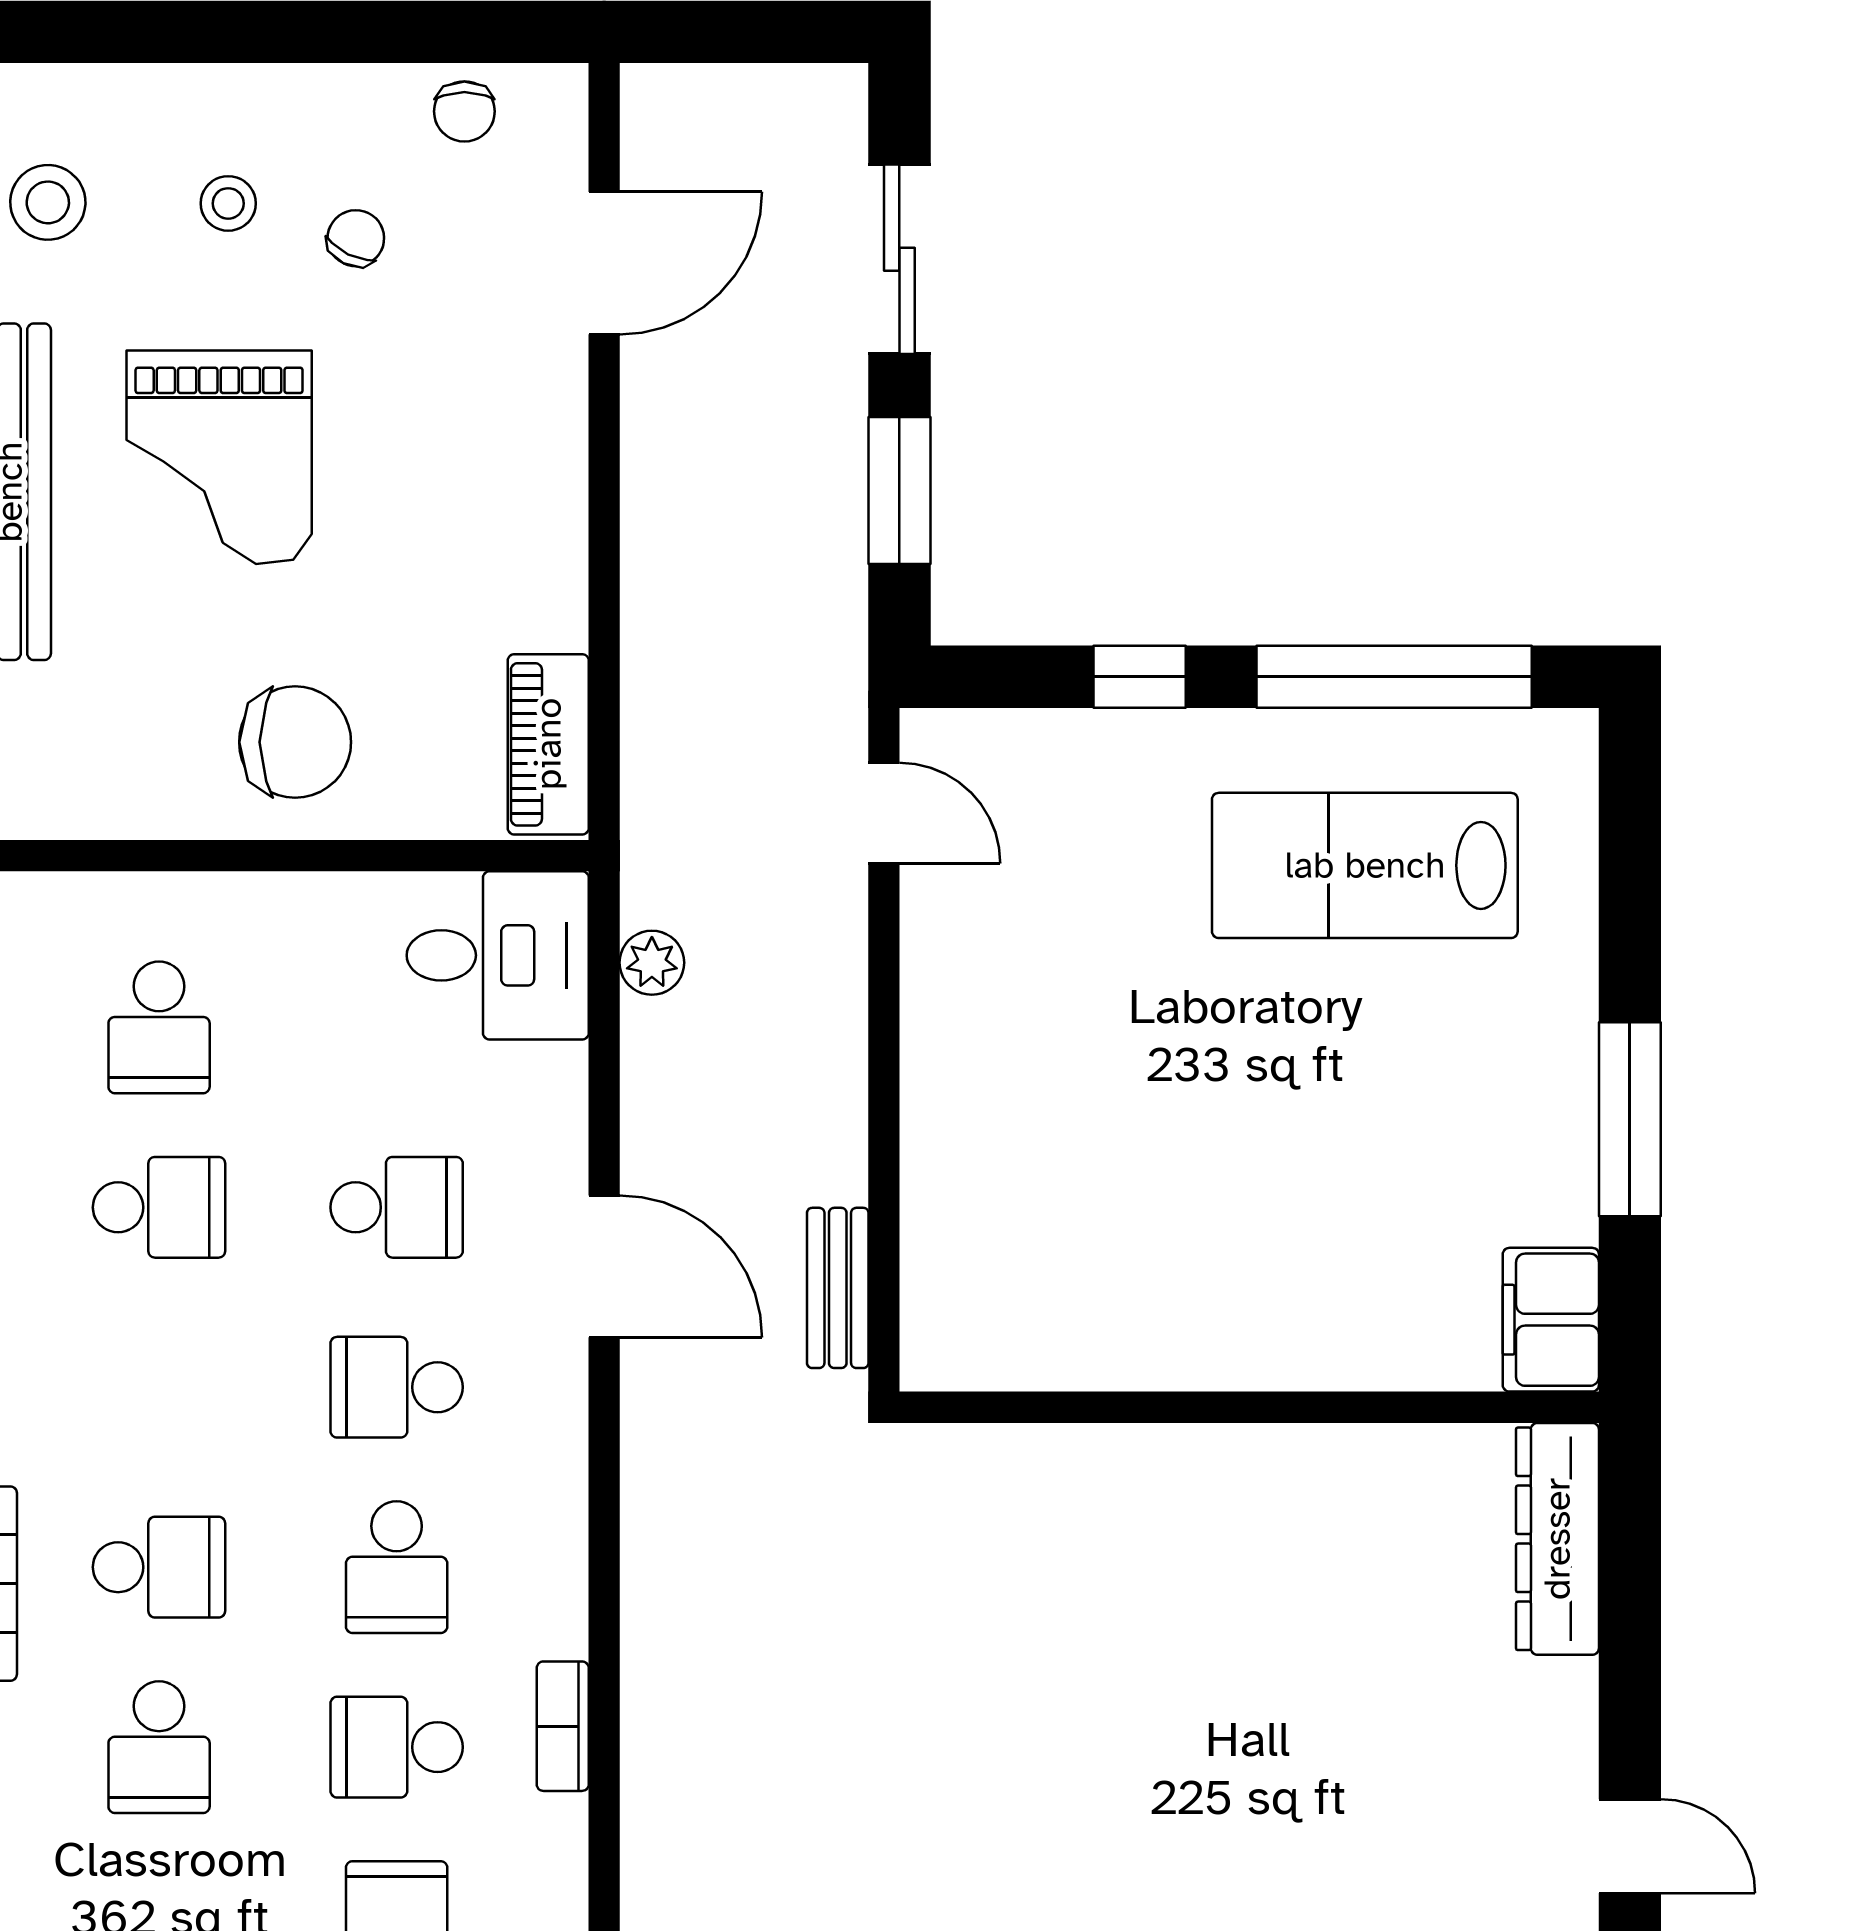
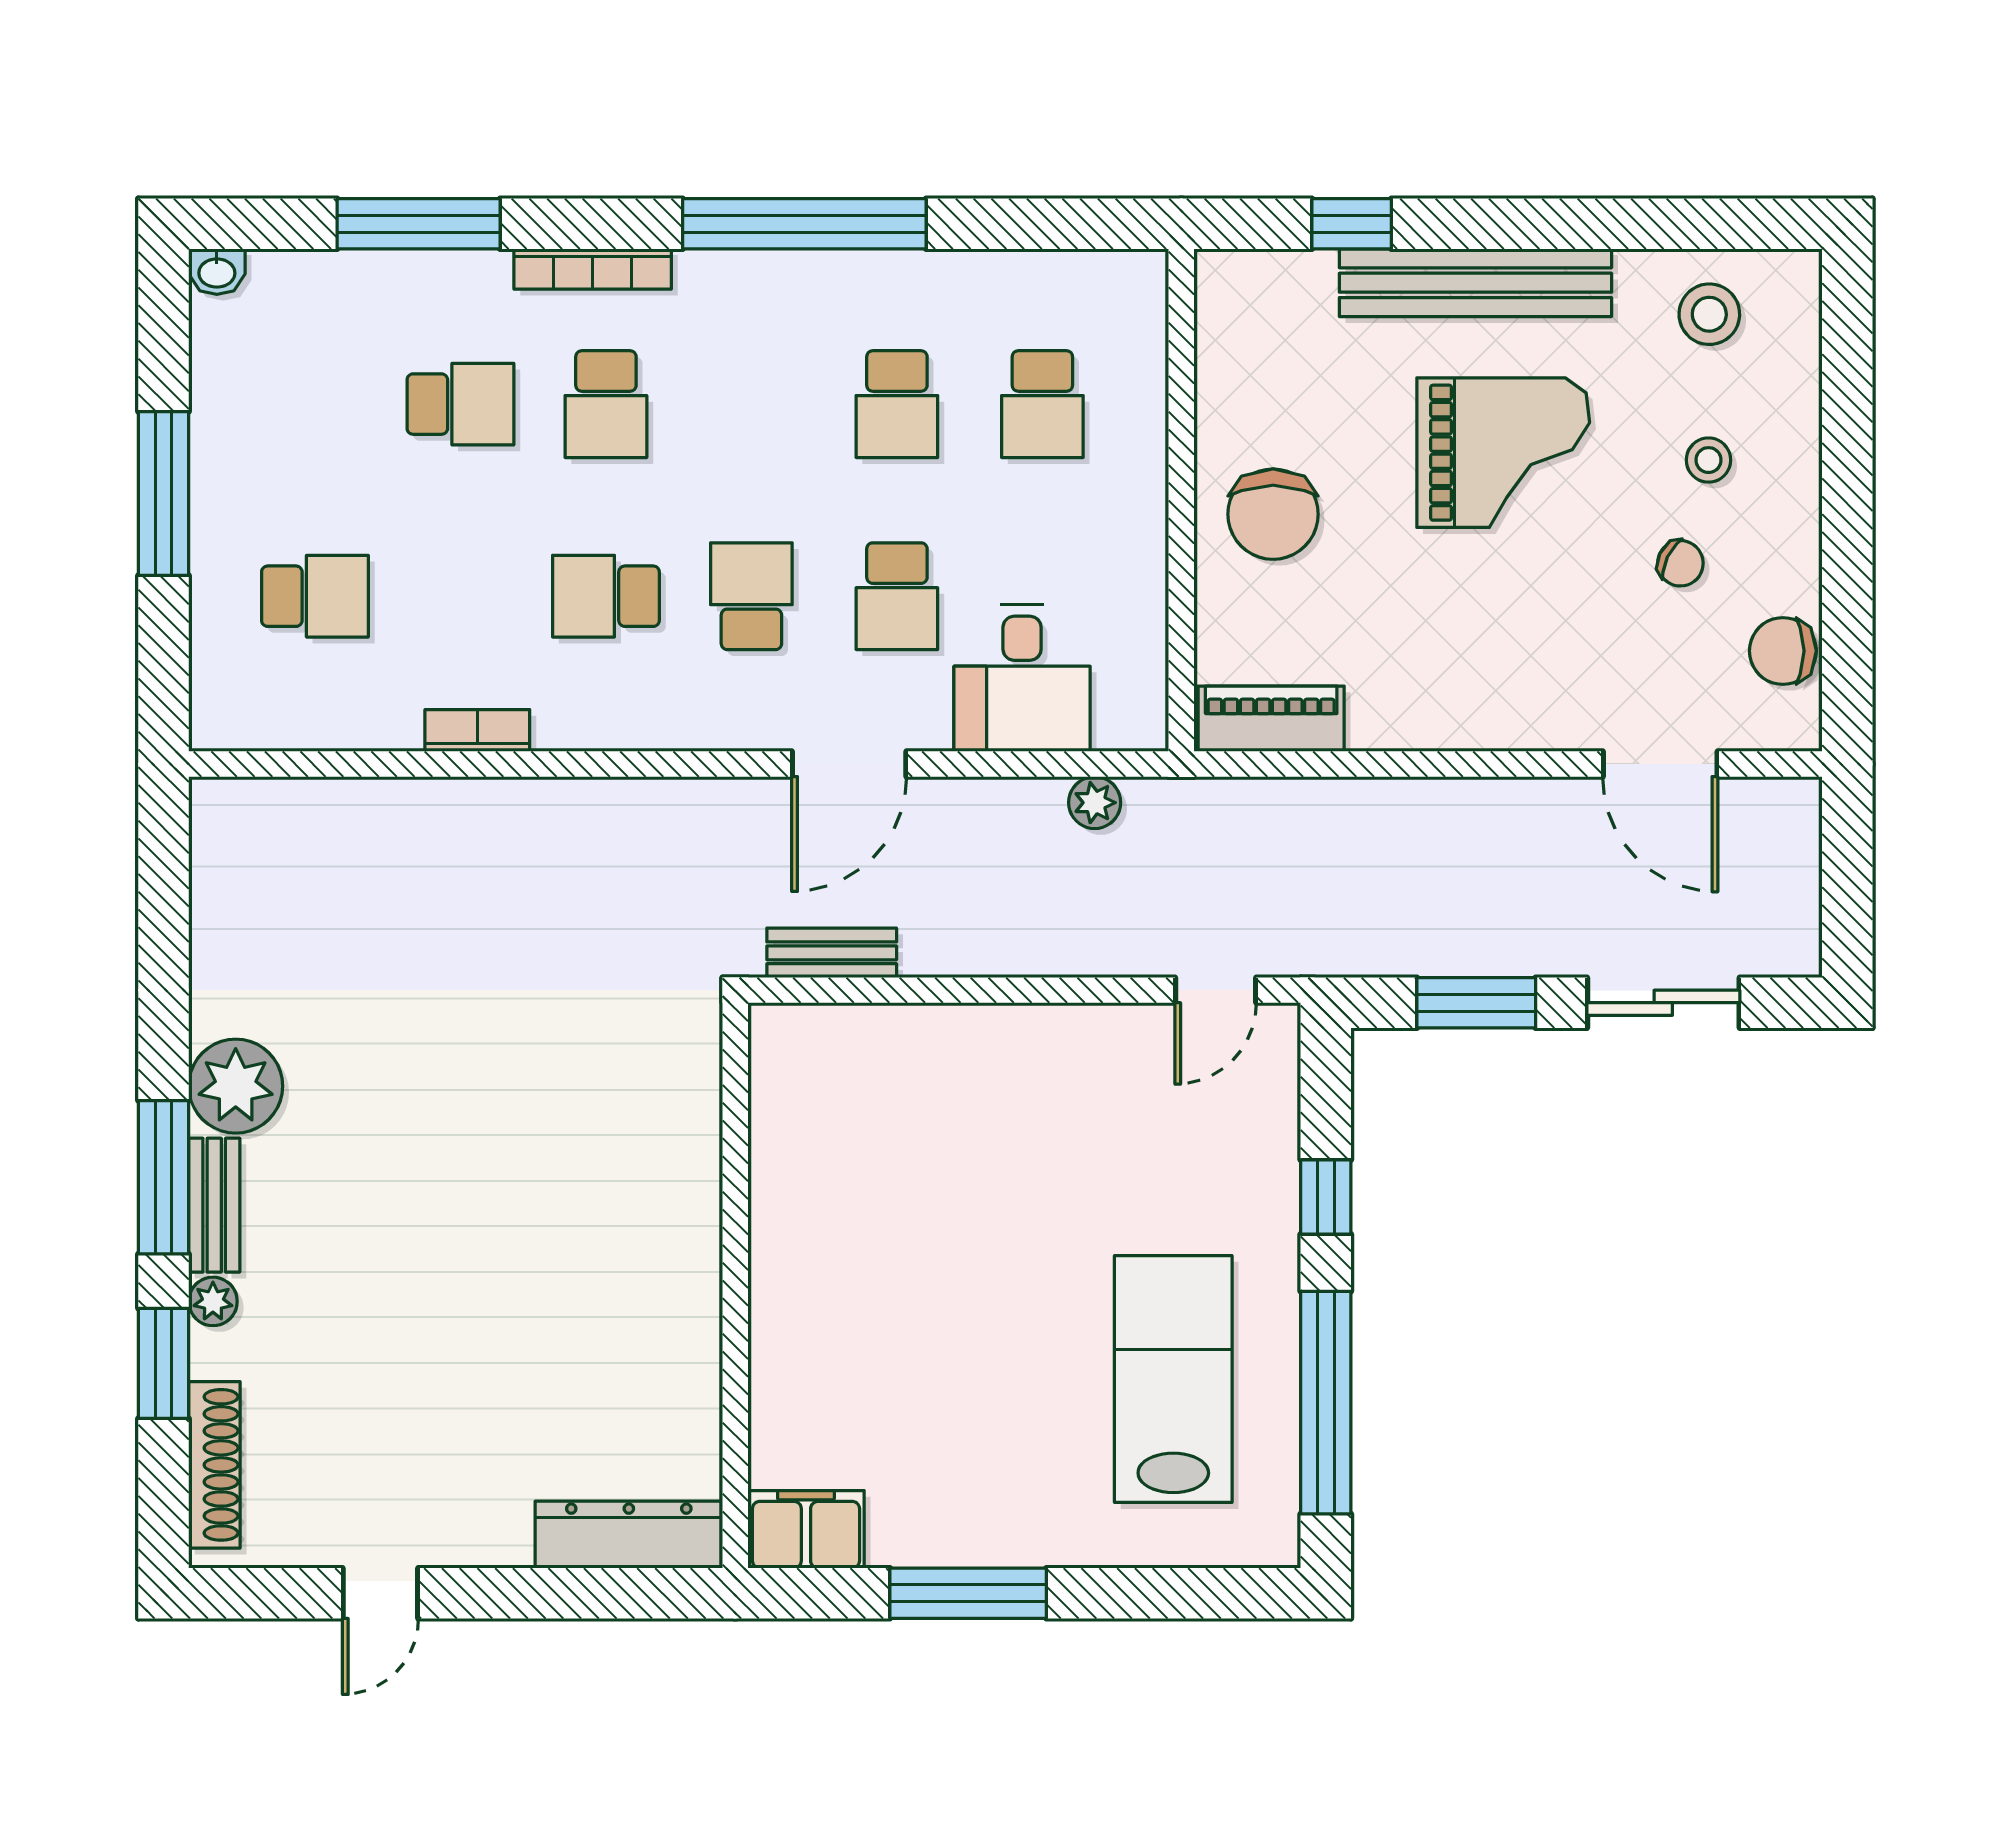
chair: (464, 111) -> (1783, 651), width x1.37, depth x1.37
grand piano: (219, 457) -> (1503, 453), turned 180
desk: (498, 955) -> (1022, 678), moved
school desk: (159, 1027) -> (1042, 404), turned -90
school desk: (159, 1747) -> (460, 404), turned 180
school desk: (397, 1747) -> (460, 596), removed

